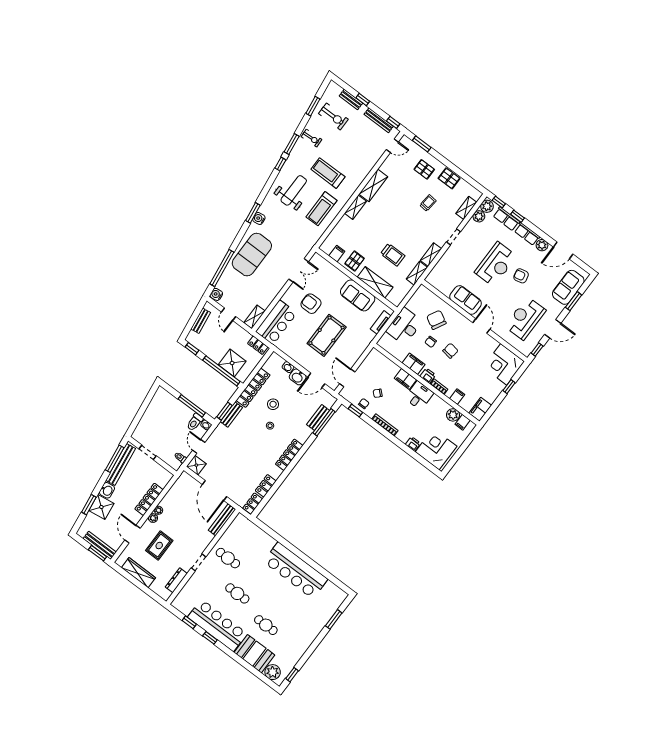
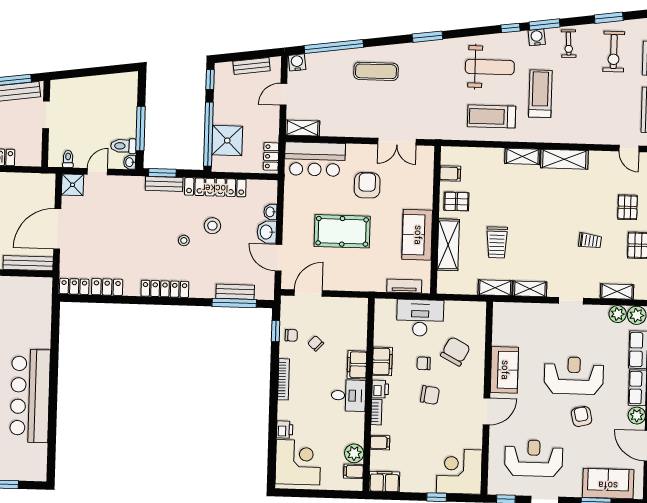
water cooler: (259, 218) -> (537, 37), moved
exercise mat: (252, 255) -> (376, 71), width x0.50, depth x0.69
reception desk: (496, 264) -> (574, 375), turned 180

